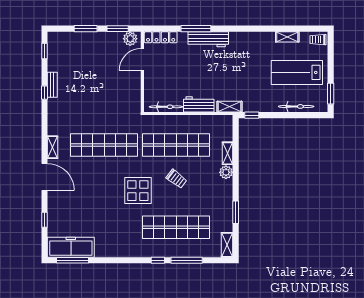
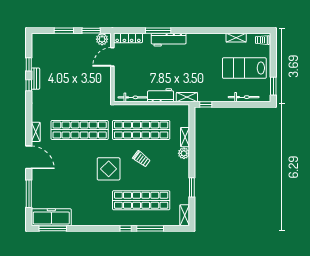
window: (44, 51) -> (29, 64), moved
window: (44, 220) -> (29, 194), width x2.17

